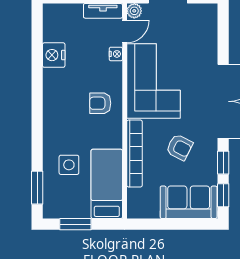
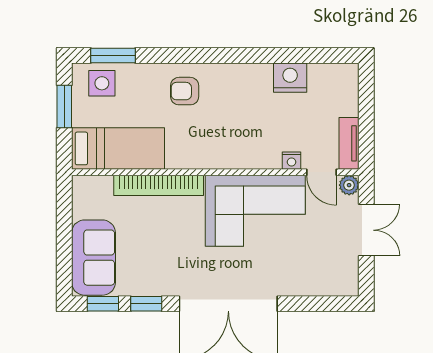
armchair: (100, 103) -> (185, 91), moved, turned -90
armchair: (179, 147) -> (167, 245), removed
side table: (69, 165) -> (102, 83), moved

